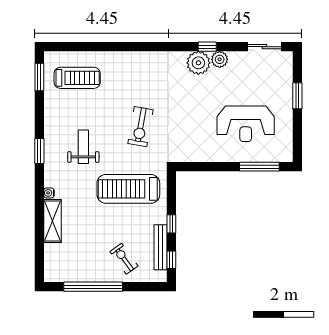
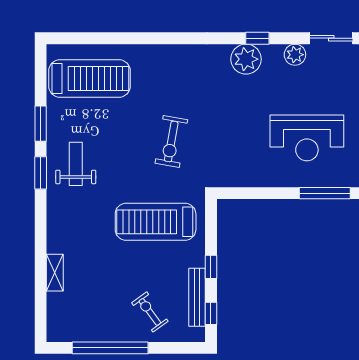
plant: (220, 59) -> (295, 55), moved
window: (39, 77) -> (41, 124), moved
treadmill: (77, 78) -> (89, 78), width x1.37, depth x1.38
weight bench: (83, 147) -> (76, 164), moved
water cooler: (49, 193) -> (53, 227), removed
shelving: (52, 221) -> (55, 273), width x0.67, depth x0.75

